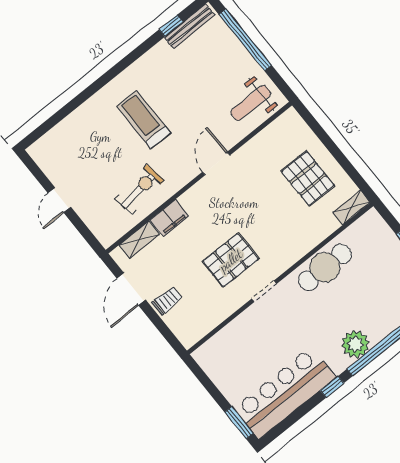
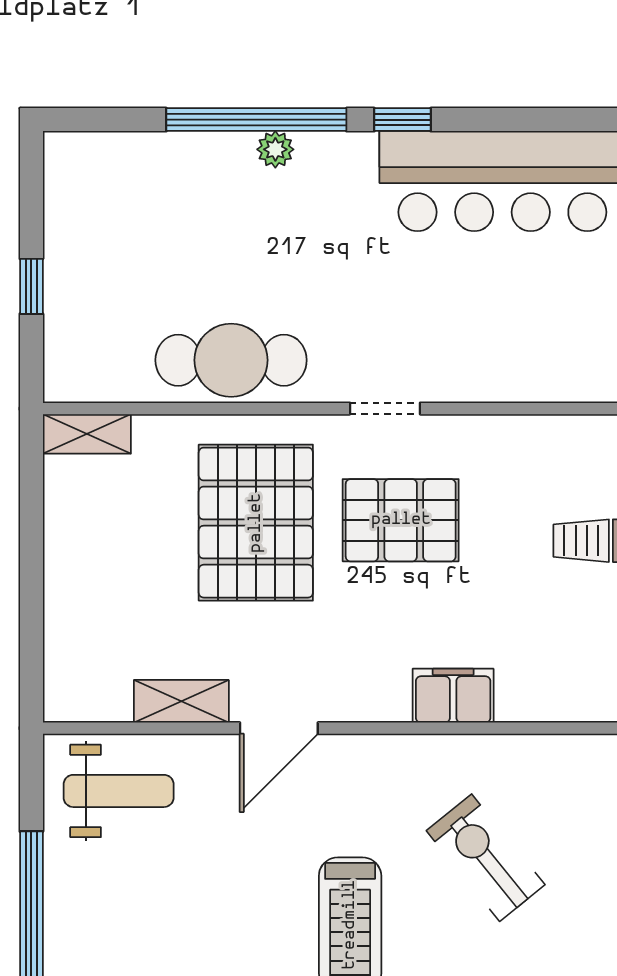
pallet: (308, 179) -> (256, 523), moved, width x1.37, depth x1.41
exercise bike: (139, 189) -> (486, 858), moved, turned 59
shelving: (139, 240) -> (181, 701), moved
plant: (355, 344) -> (275, 149), width x0.53, depth x0.53

